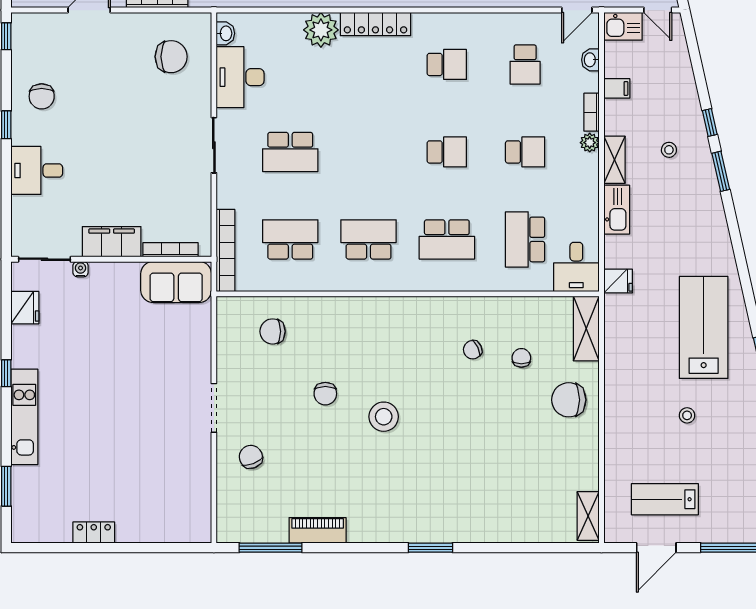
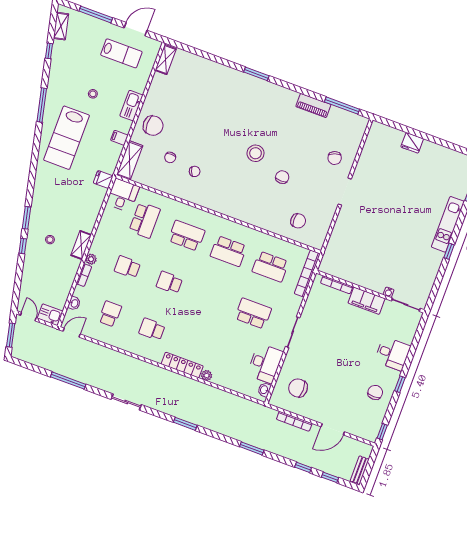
plant: (321, 30) -> (207, 375), width x0.53, depth x0.53
filing cabinet: (617, 88) -> (119, 138), moved
kitchen sink: (617, 210) -> (131, 106), moved
sofa: (176, 282) -> (340, 266), removed
fridge: (25, 308) -> (412, 143), moved, turned -90
locker: (94, 532) -> (434, 149), removed

